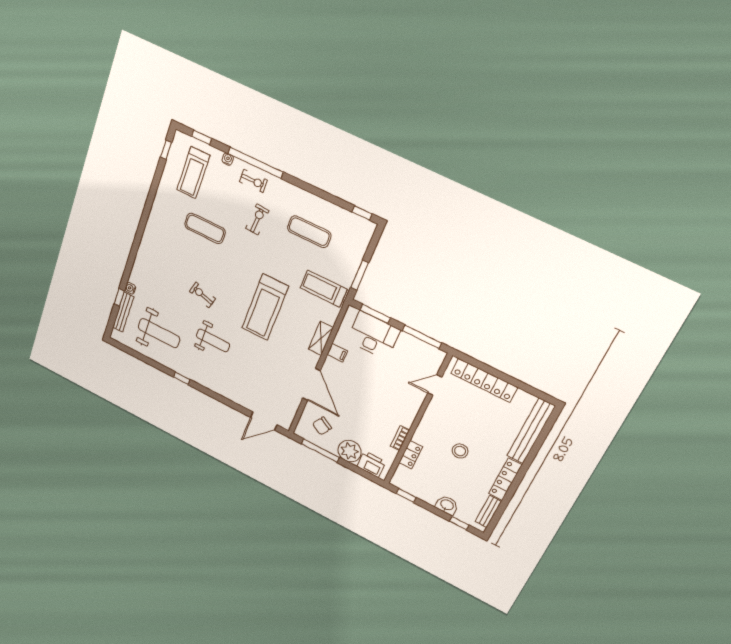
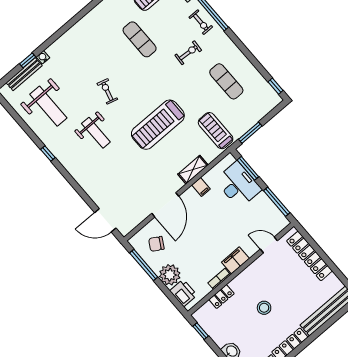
filing cabinet: (408, 414) -> (235, 260), added

